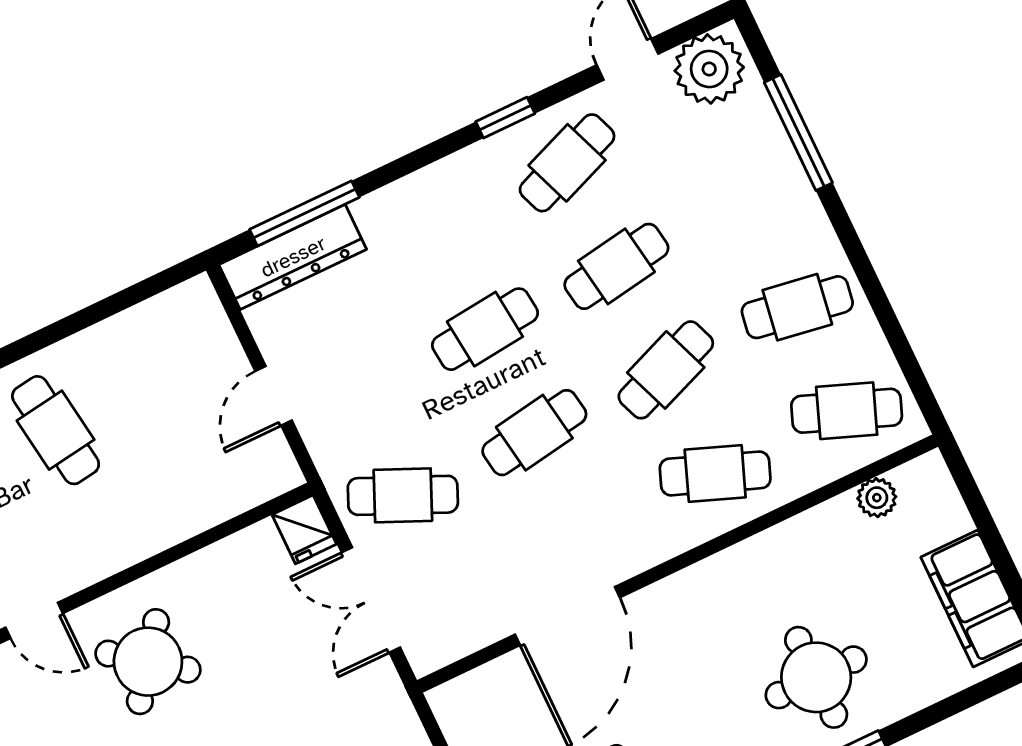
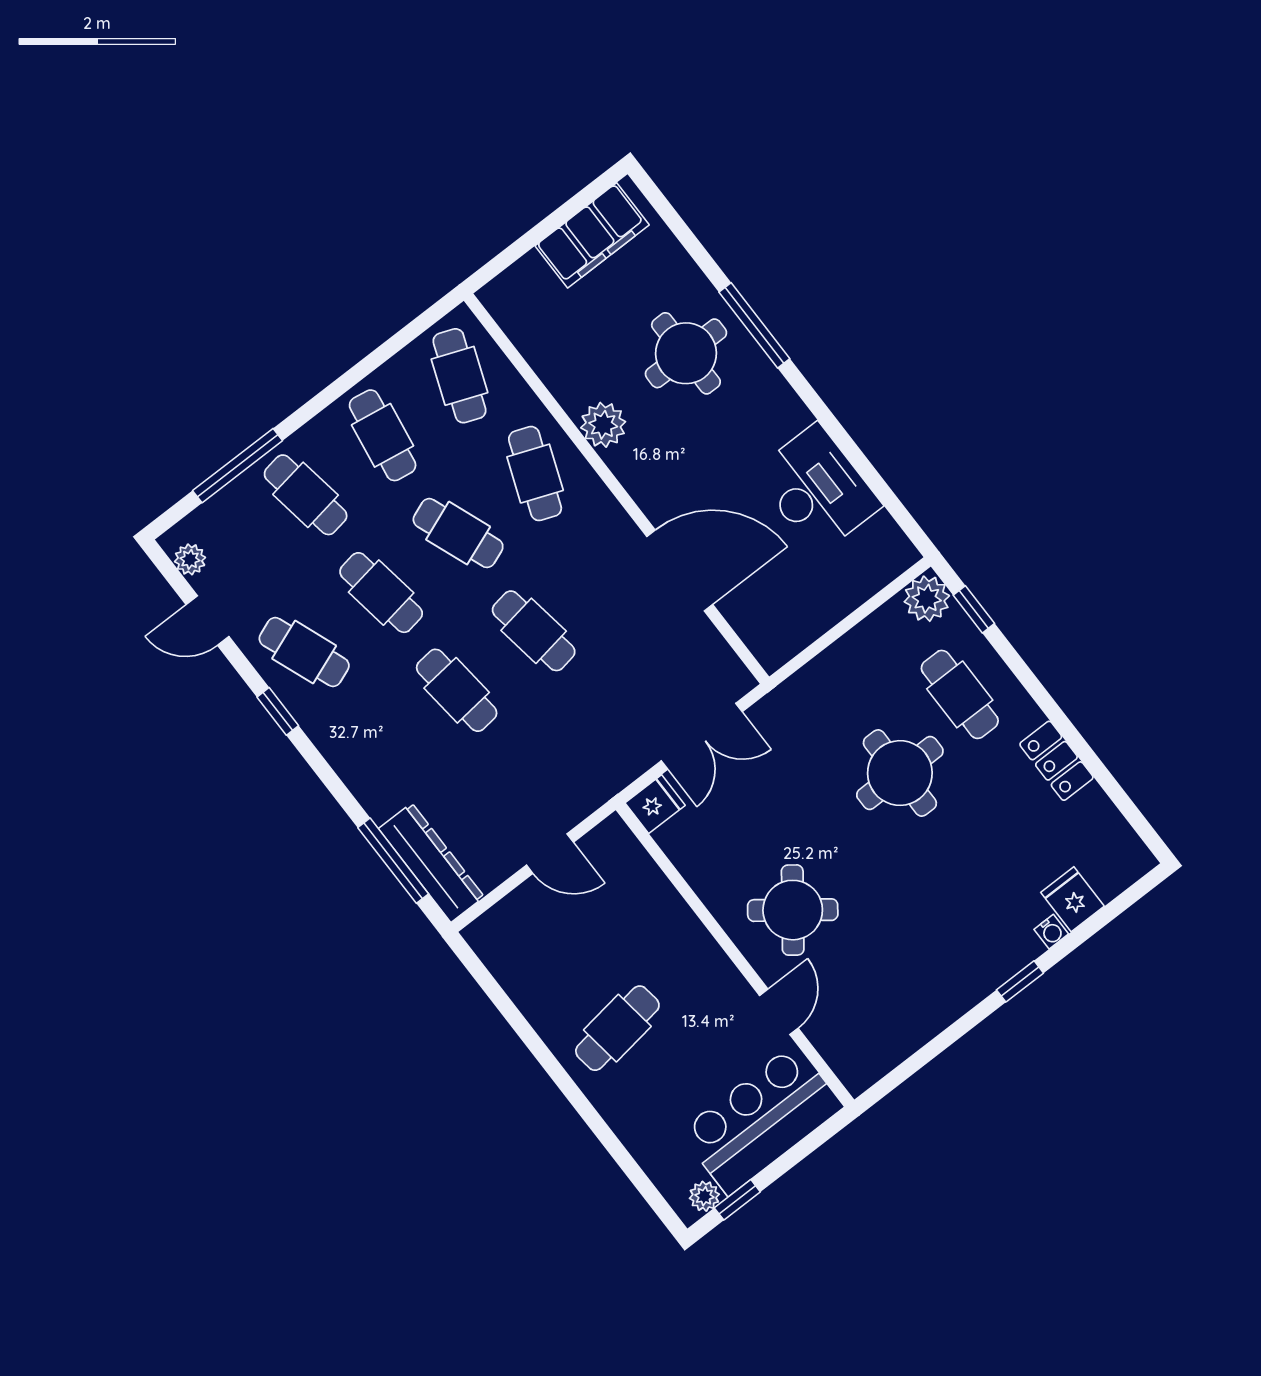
plant: (709, 69) -> (190, 559), width x0.53, depth x0.53
cafe table: (403, 495) -> (306, 495), moved, turned -33
plant: (877, 498) -> (603, 425), moved, width x1.38, depth x1.38

